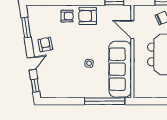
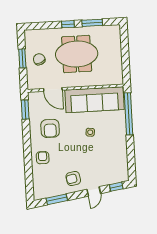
armchair: (88, 16) -> (50, 128), moved
door: (132, 30) -> (53, 89), hinge flipped
door: (32, 64) -> (94, 191), swing flipped

